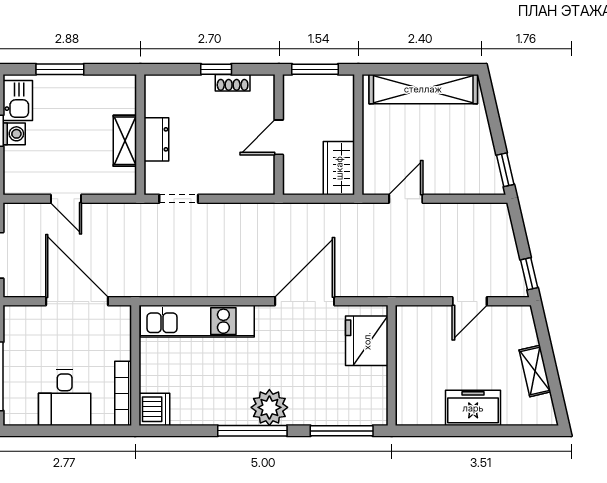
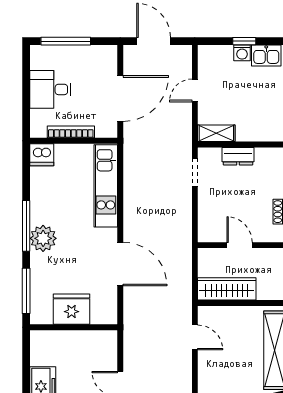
shelving: (125, 141) -> (216, 133), moved
wardrobe: (339, 168) -> (227, 289), width x1.50
fridge: (367, 341) -> (72, 309), moved
bookcase: (123, 393) -> (71, 132), moved

